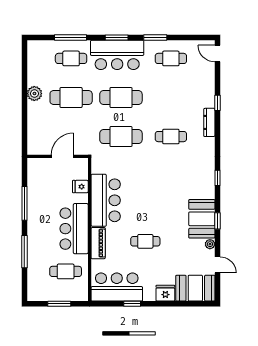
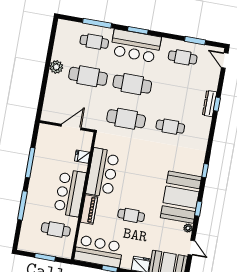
window: (155, 38) -> (195, 41), moved
dresser: (209, 122) -> (210, 104), moved
booth: (202, 219) -> (181, 197), width x1.36, depth x1.42

